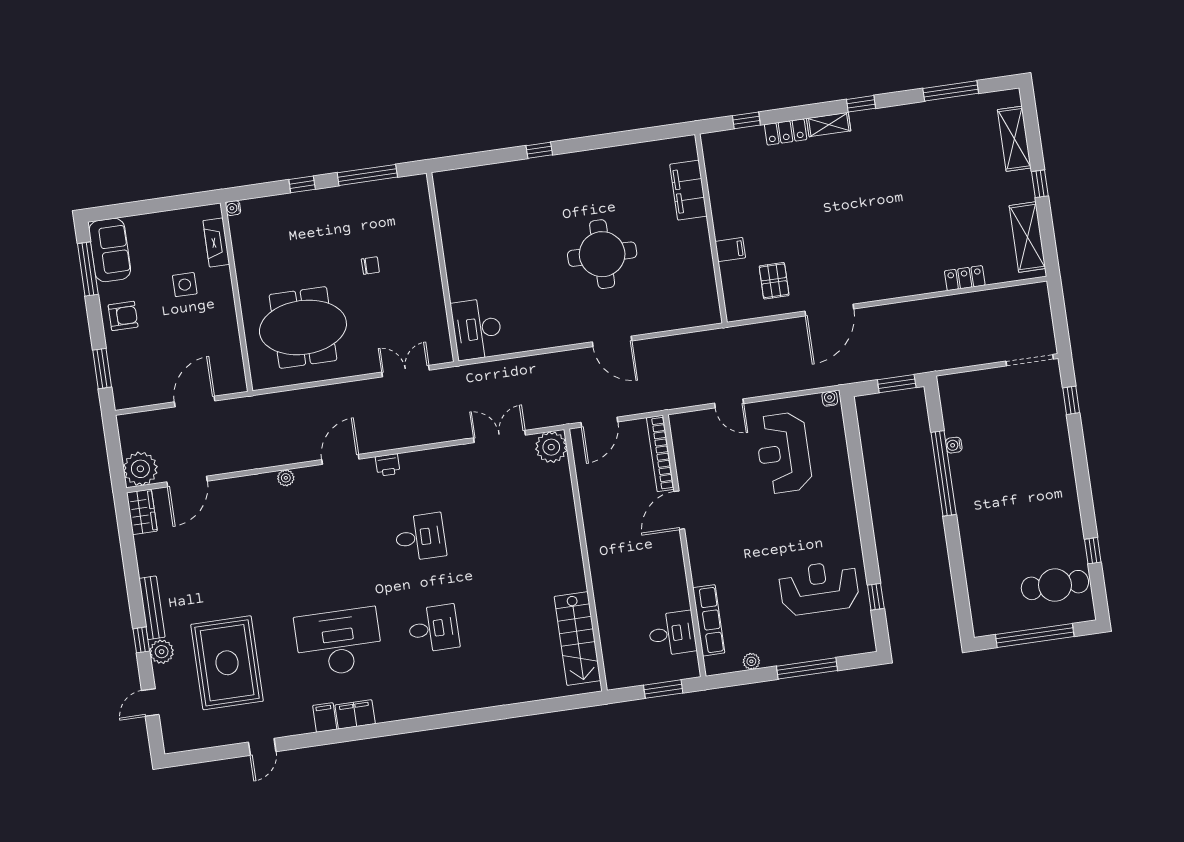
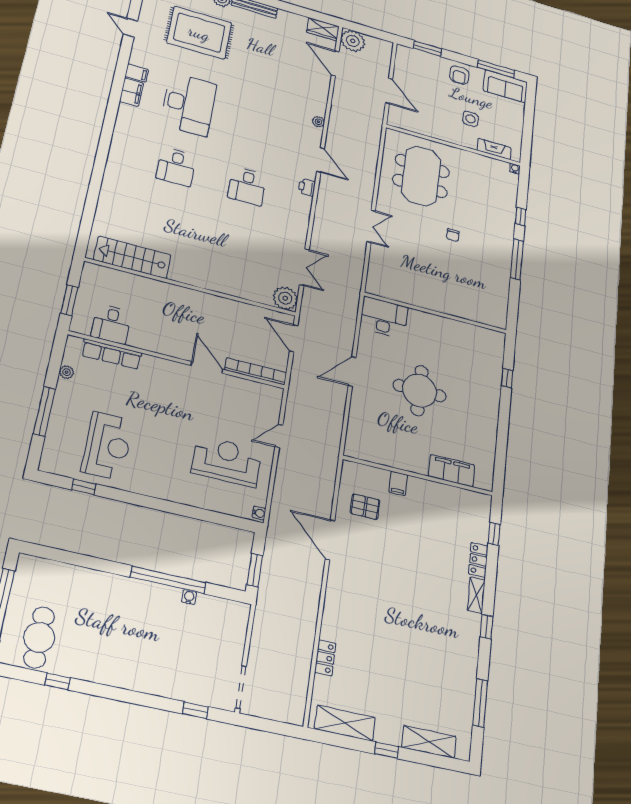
wall: (443, 267) -> (436, 313), moved
desk: (477, 329) -> (384, 318), moved

